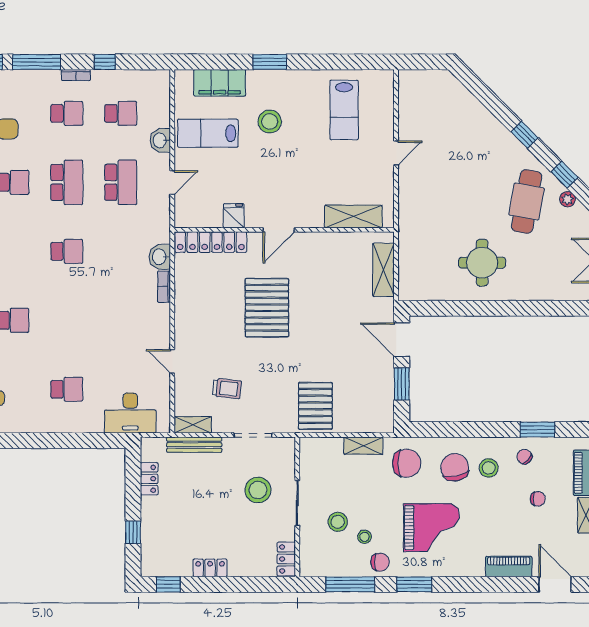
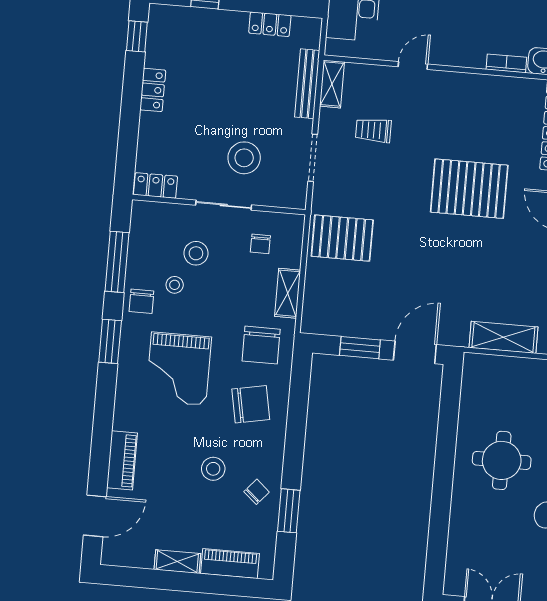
trolley: (227, 388) -> (373, 130), turned 84
stool: (489, 468) -> (213, 469), moved
chair: (538, 499) -> (260, 244), moved

